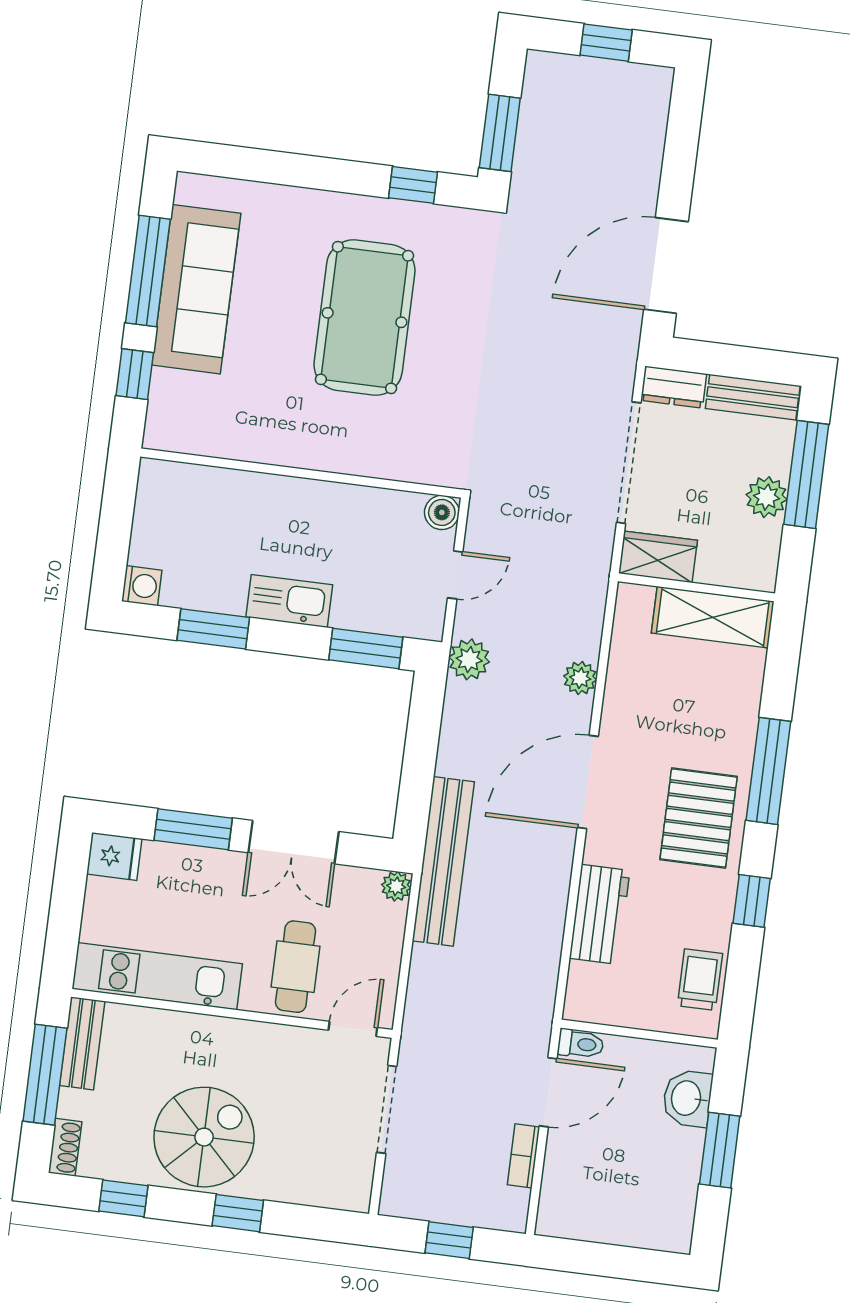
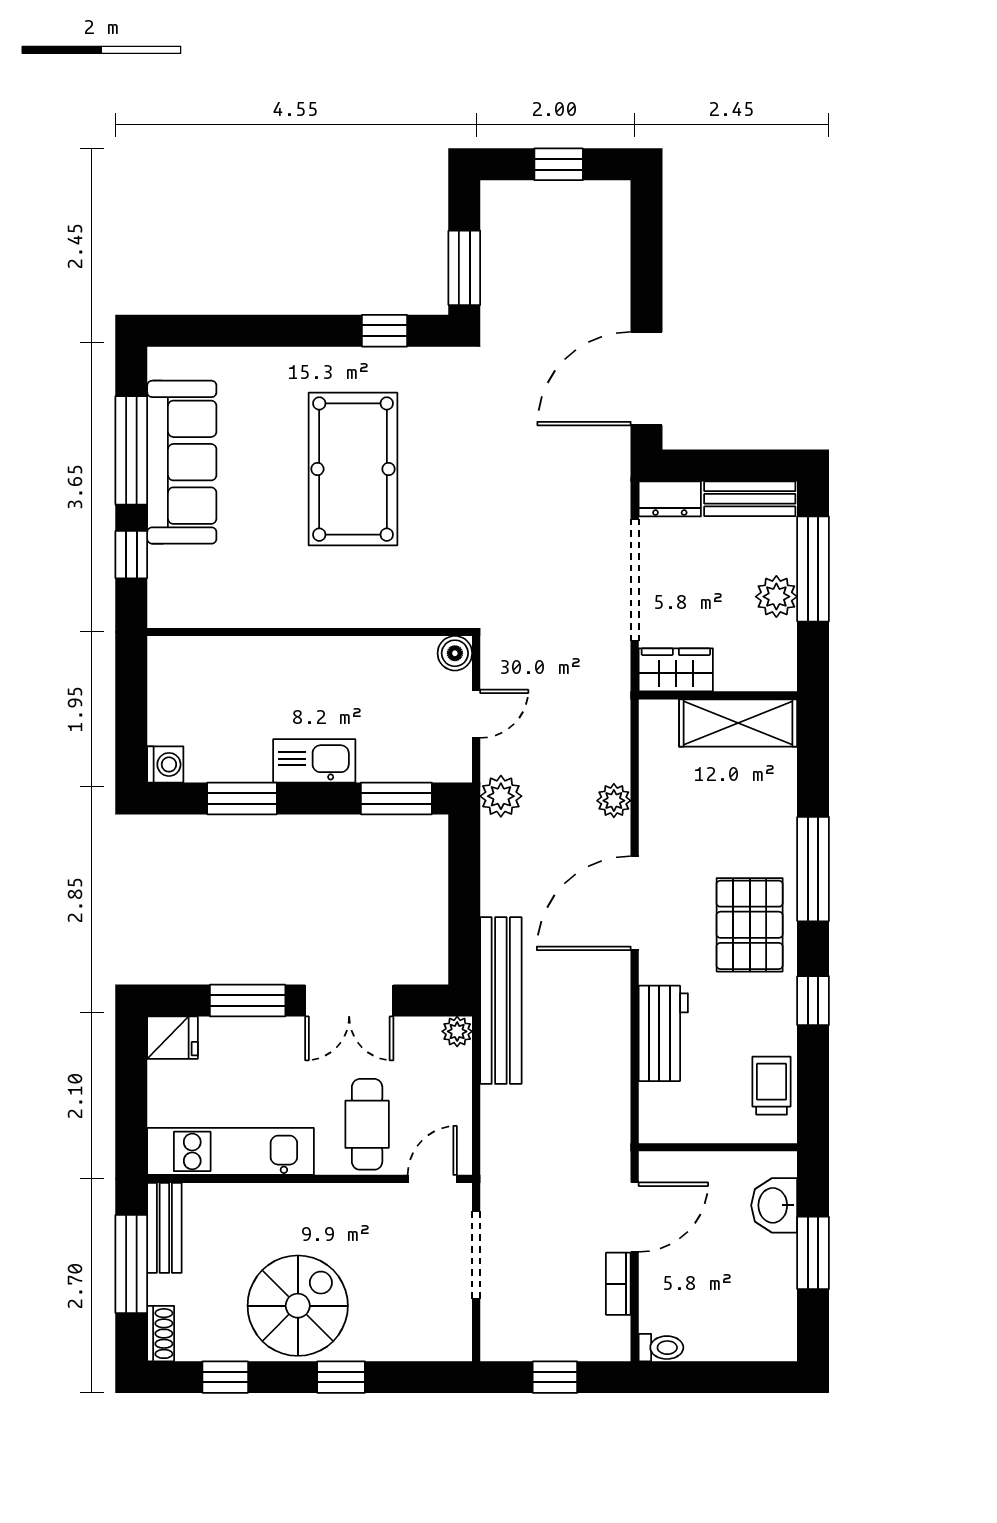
toilet: (581, 1044) -> (661, 1348), moved

